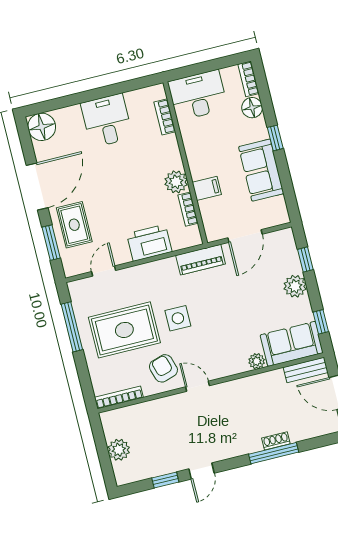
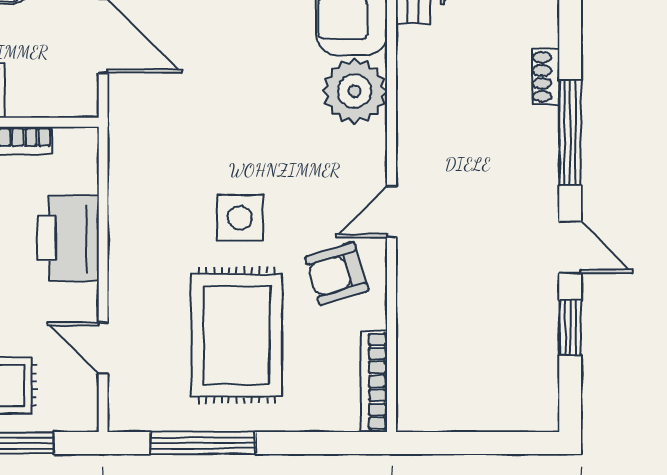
piano: (201, 260) -> (129, 140), removed
plant: (257, 361) -> (355, 91), width x1.88, depth x1.88
plant: (119, 450) -> (483, 409), removed
window: (274, 453) -> (570, 133), moved

